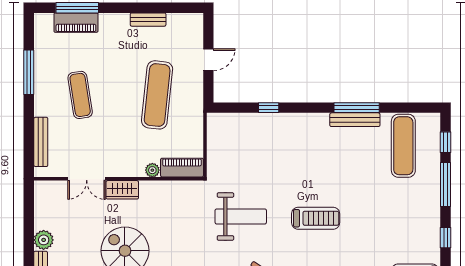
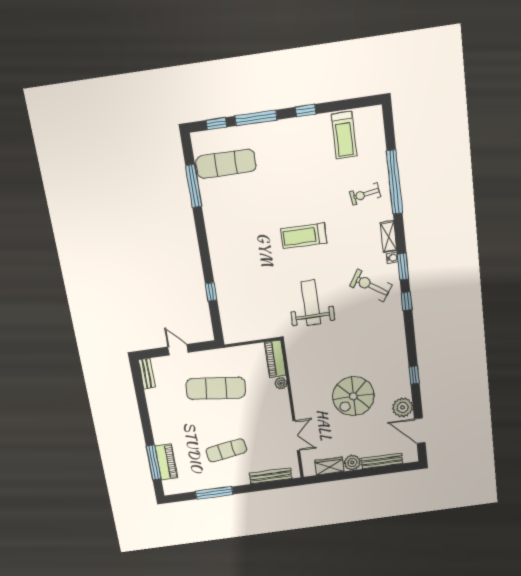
bench: (148, 20) -> (147, 374), moved
window: (357, 108) -> (194, 186), moved
bench: (355, 120) -> (209, 213), removed
wardrobe: (122, 190) -> (330, 466), moved, turned -90
treadmill: (316, 218) -> (304, 236), turned -90

